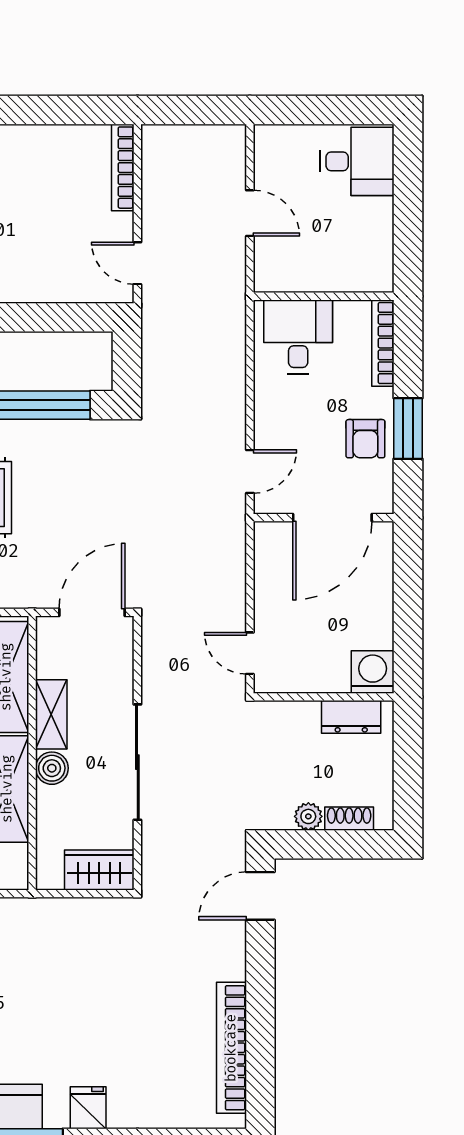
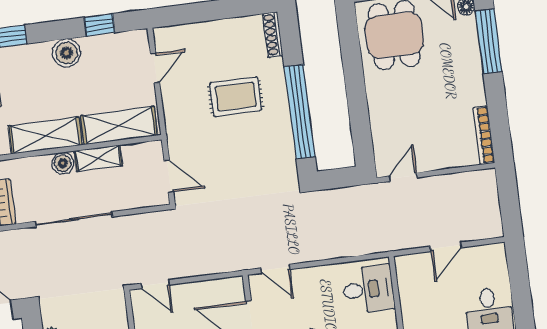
bookcase: (123, 168) -> (484, 135), moved, turned -90
door: (92, 612) -> (169, 176), width x0.73
door: (250, 653) -> (155, 284), swing flipped

